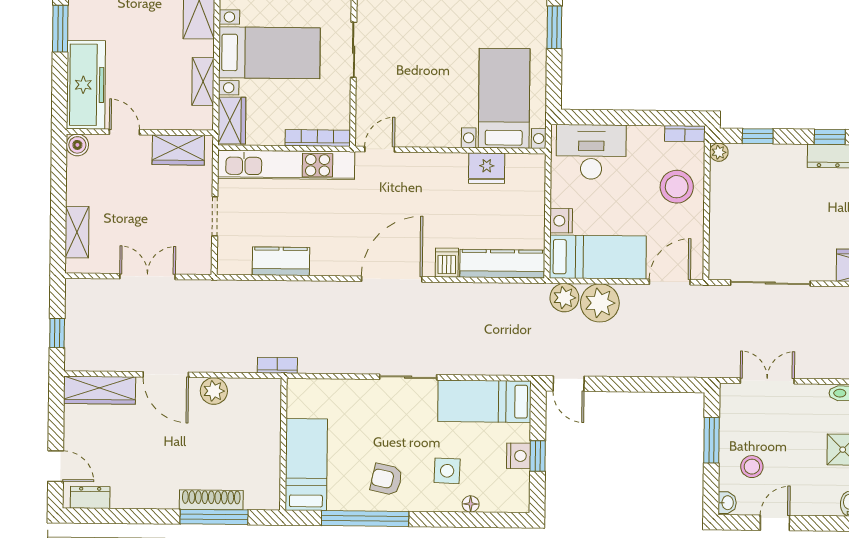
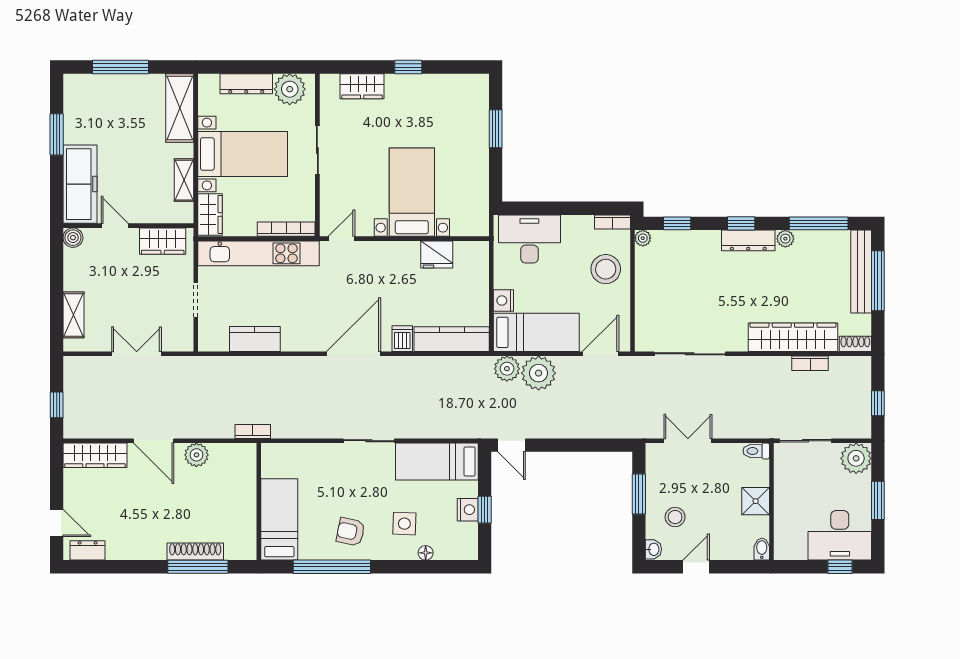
bed with nightstands: (504, 98) -> (412, 192), moved

